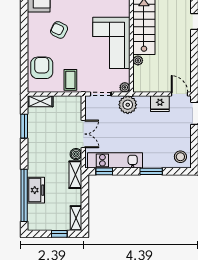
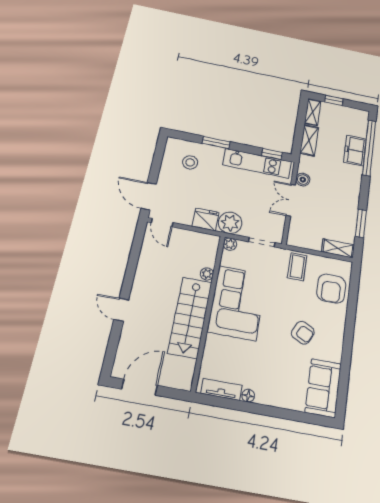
fridge: (160, 104) -> (206, 219), moved
stool: (180, 157) -> (190, 162), moved
shelving: (75, 175) -> (309, 140), moved

